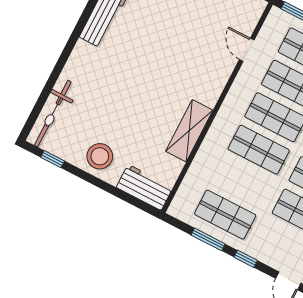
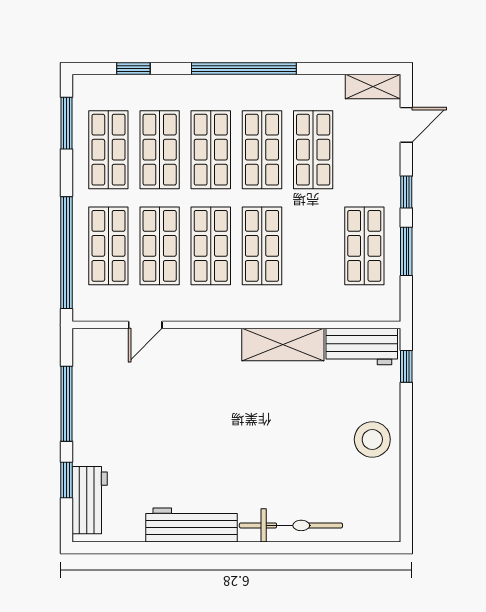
bicycle: (53, 113) -> (291, 525), moved
window: (53, 159) -> (406, 366), moved
workbench: (145, 187) -> (362, 347), moved, turned -90

